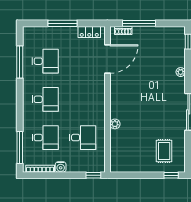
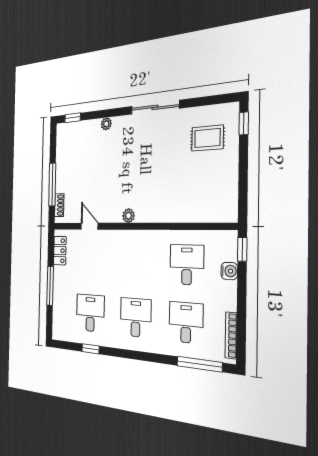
door: (107, 59) -> (89, 226), width x0.53
window: (20, 62) -> (91, 349), width x0.46
plant: (115, 124) -> (129, 216), moved
water cooler: (61, 167) -> (229, 271), moved

